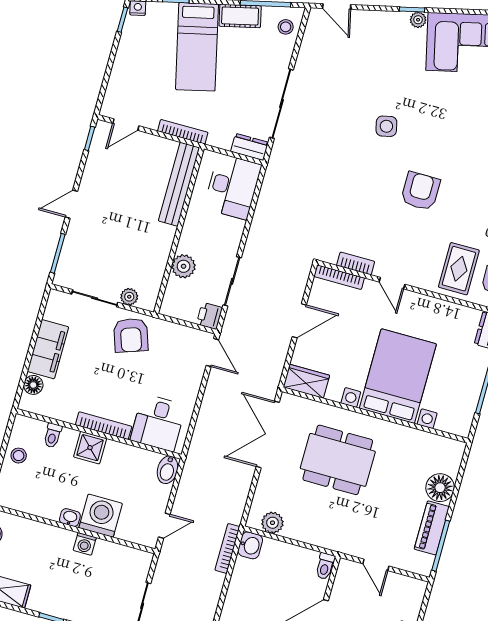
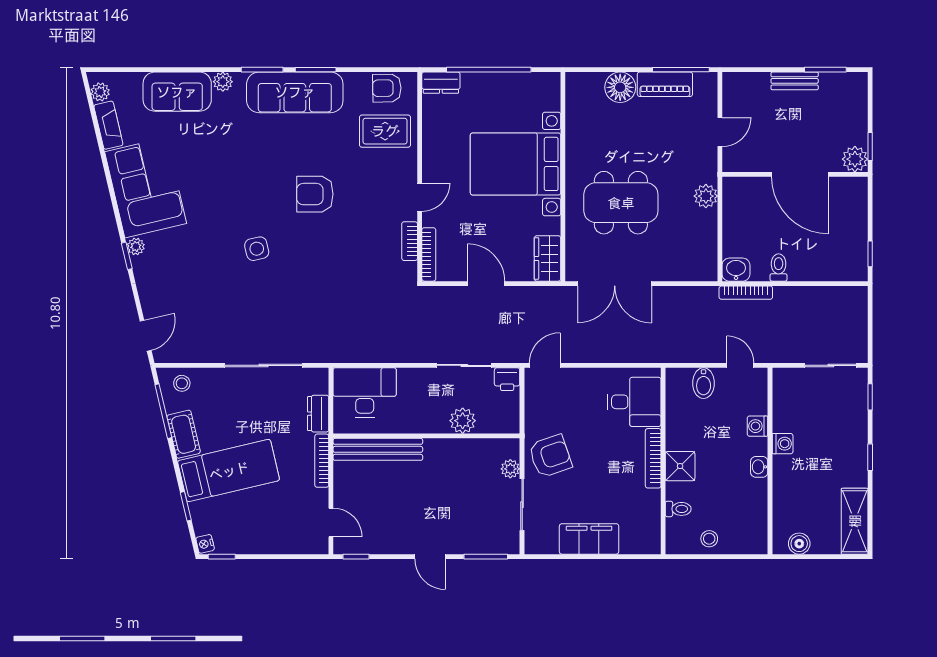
dresser: (250, 147) -> (318, 414), moved
floor lamp: (33, 385) -> (631, 544), removed
dining table: (338, 460) -> (621, 203), turned 90
bidet: (167, 470) -> (704, 383), moved, turned 90
washing machine: (101, 516) -> (758, 426), width x0.53, depth x0.53
plant: (272, 523) -> (706, 196), moved
toilet: (325, 566) -> (779, 267), moved, turned -90

